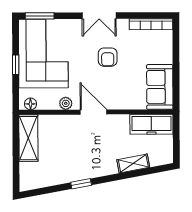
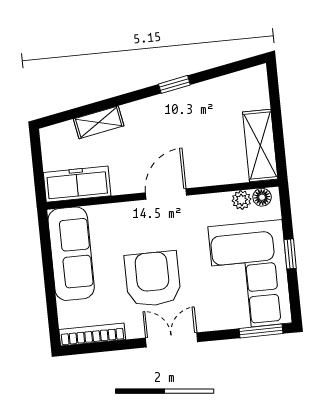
armchair: (108, 57) -> (153, 279), width x1.88, depth x1.88
sofa: (160, 87) -> (71, 254), width x1.36
plant: (66, 103) -> (241, 200), moved
door: (93, 112) -> (166, 194), swing flipped

